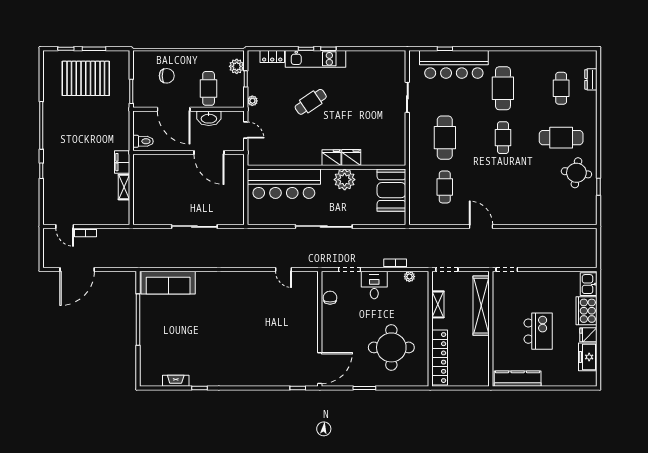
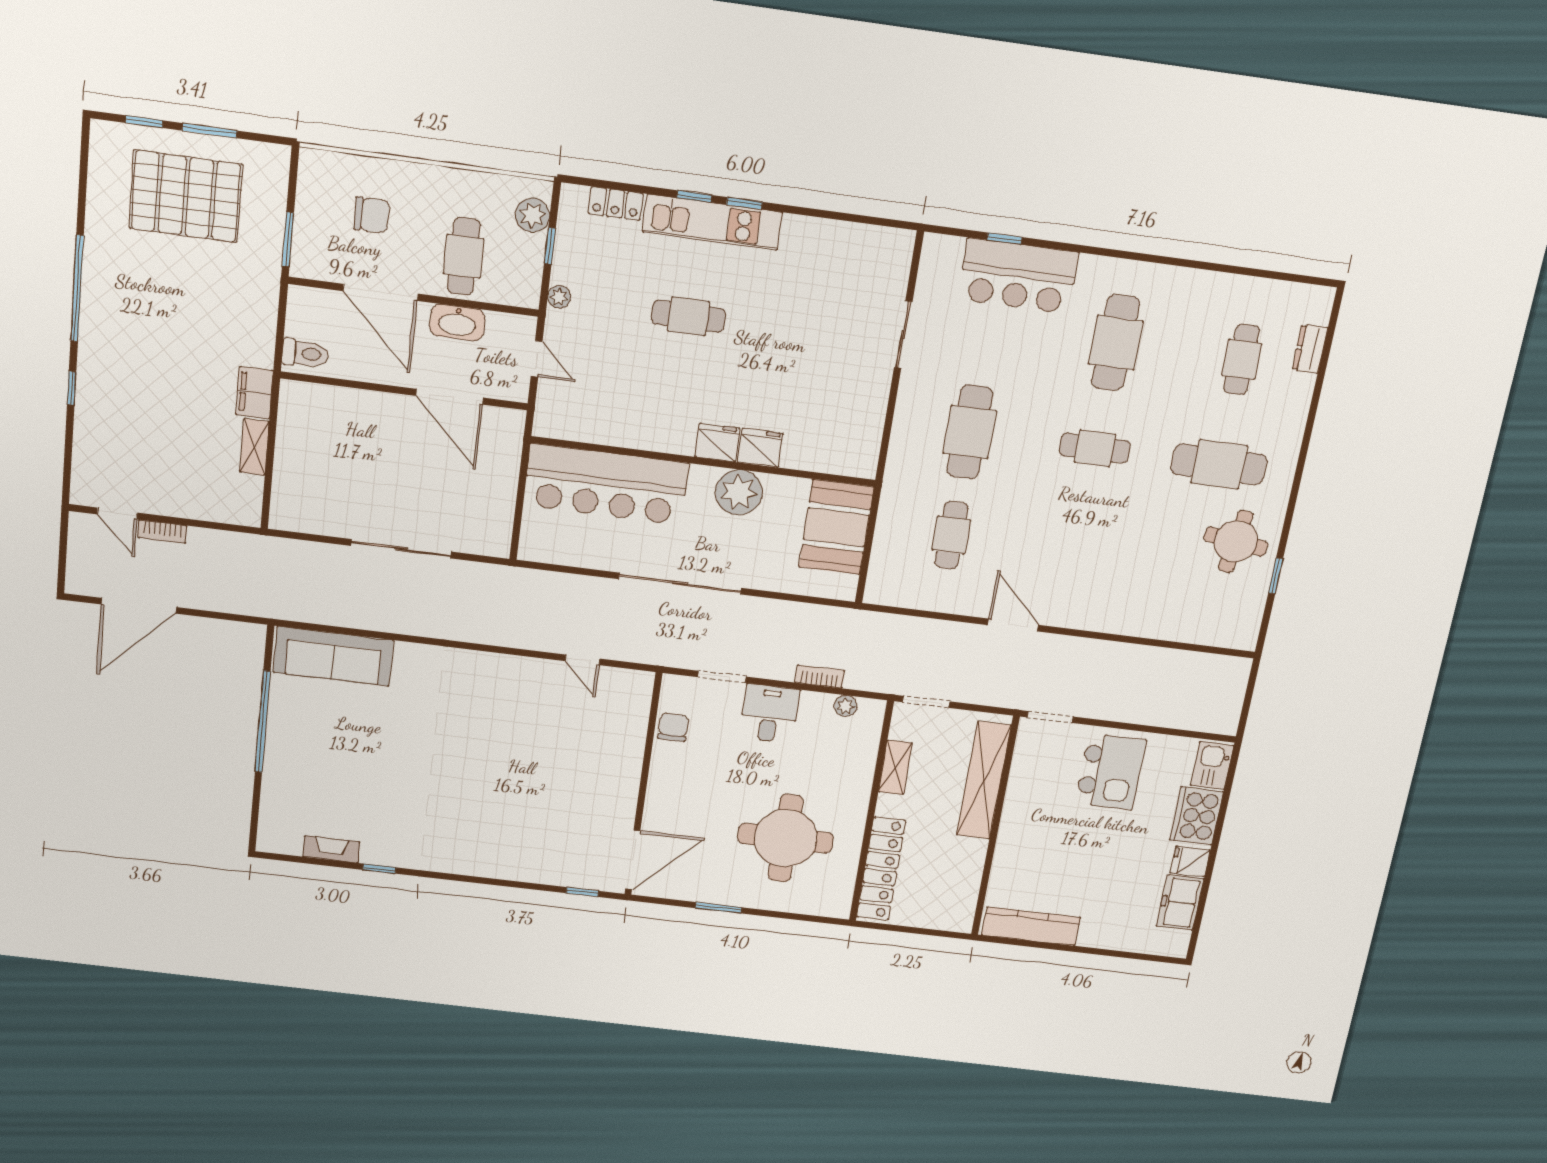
bar counter: (454, 64) -> (1018, 276), width x0.73
cafe table: (311, 102) -> (688, 316), turned 34
cafe table: (503, 138) -> (1095, 448), turned 90
kitchen island: (538, 331) -> (1111, 772), moved

